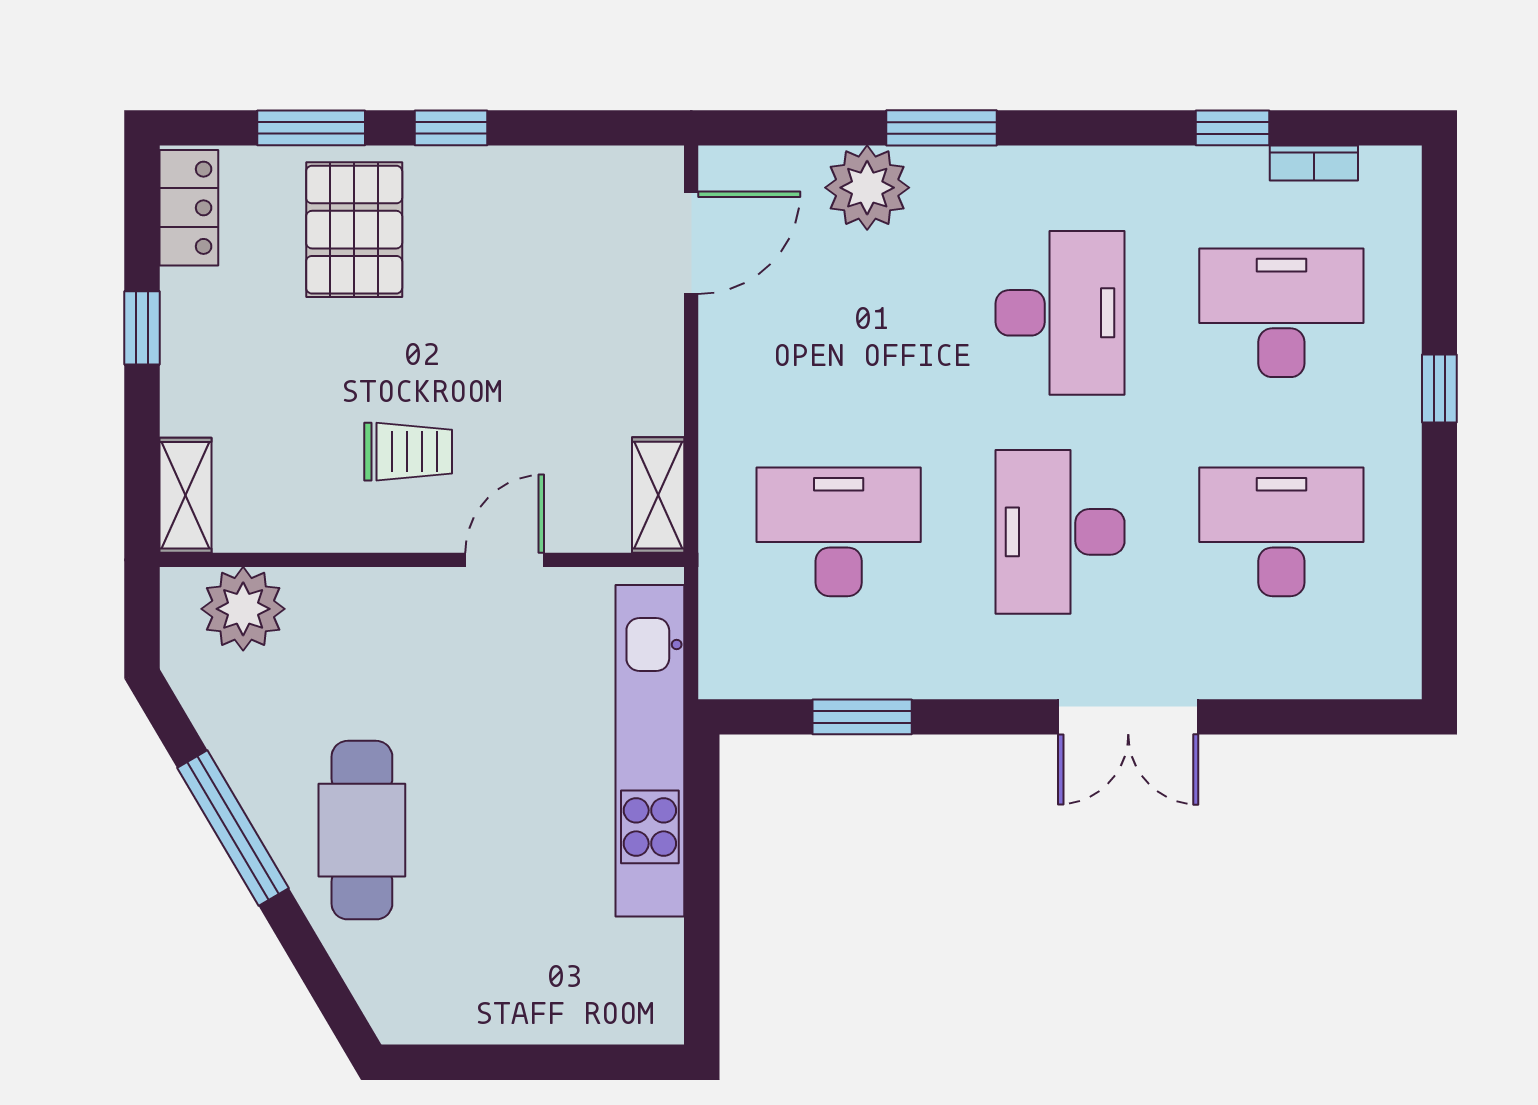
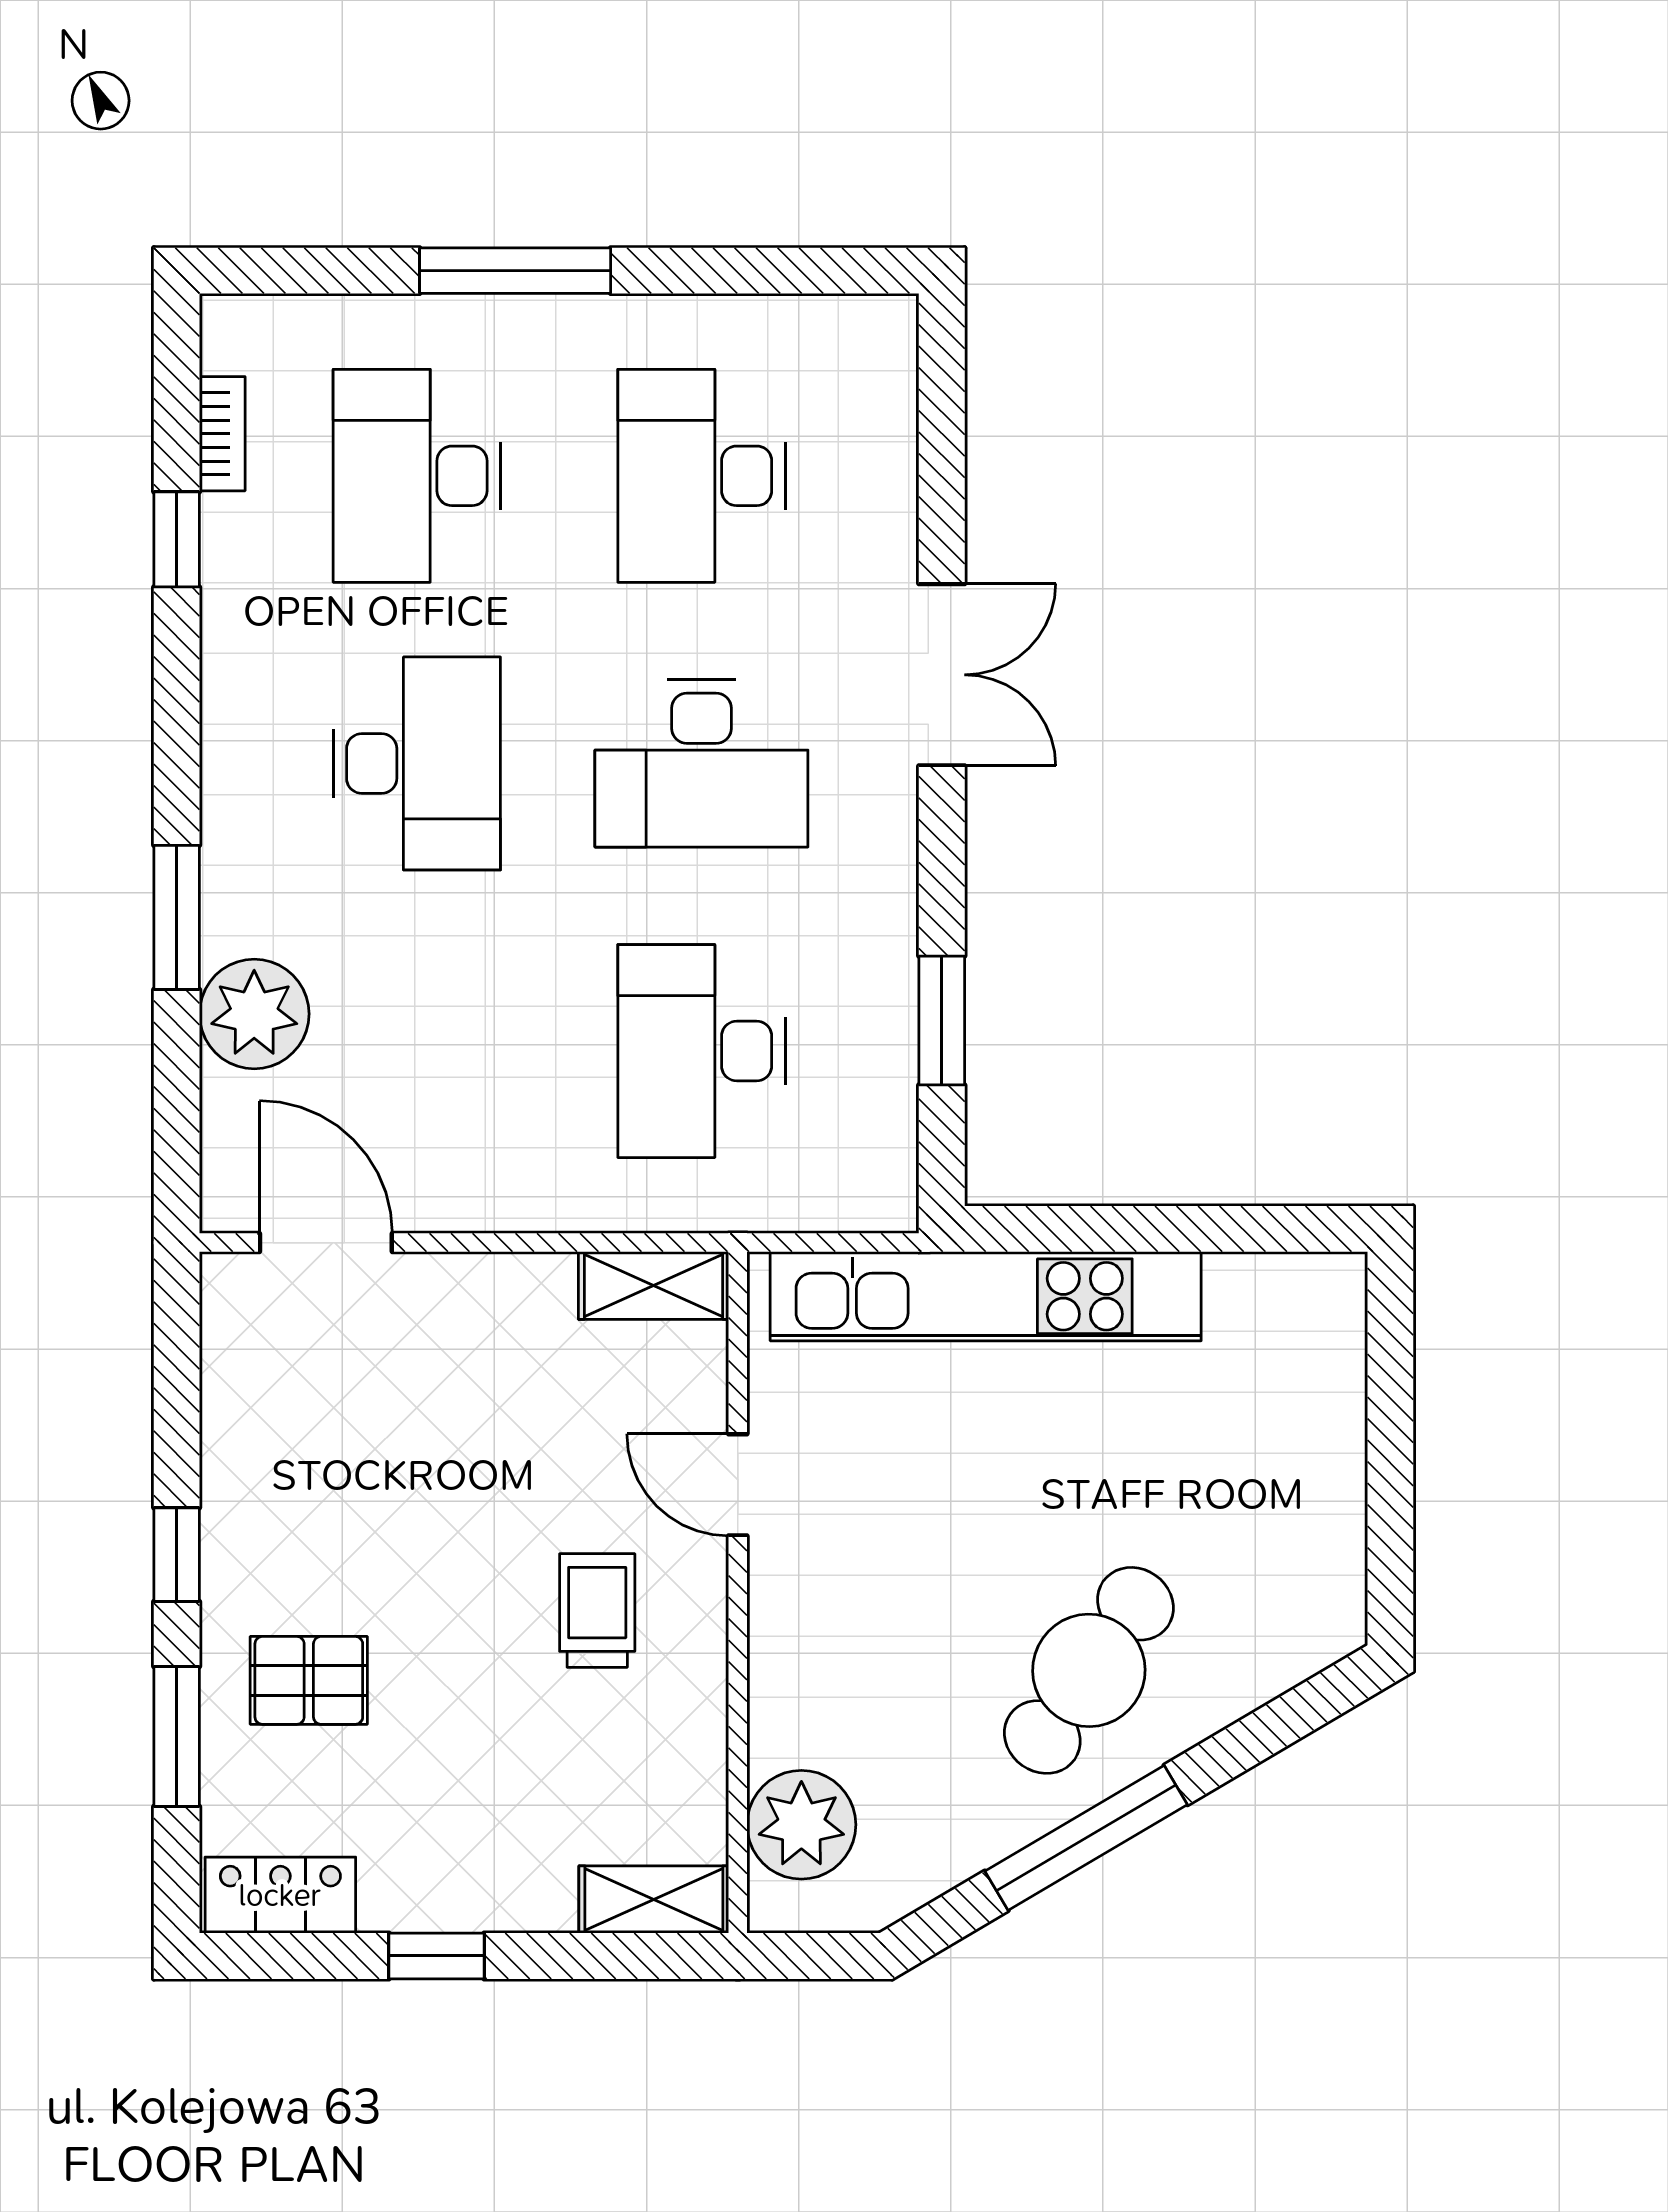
pallet: (354, 230) -> (309, 1680), width x0.67, depth x0.71
desk: (1060, 313) -> (417, 763), turned 90
window: (1439, 388) -> (515, 271), width x2.17
cafe table: (362, 830) -> (1089, 1670), turned -55

